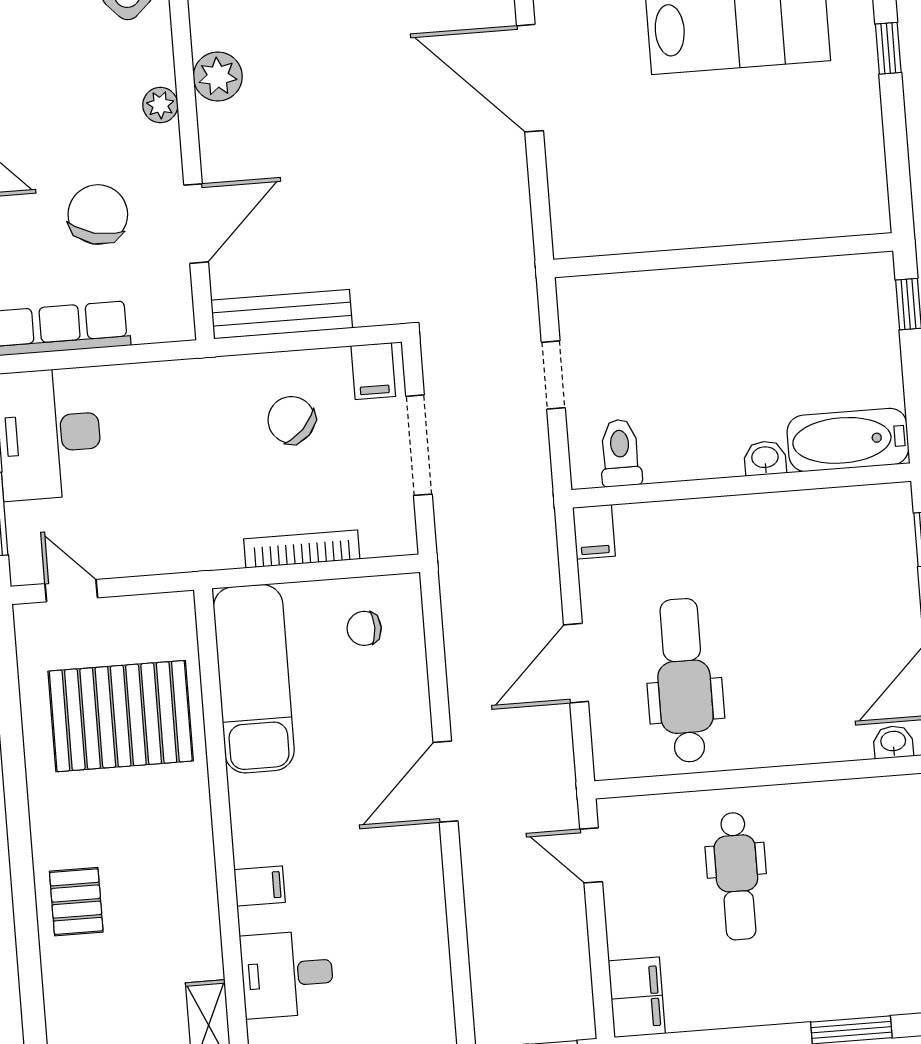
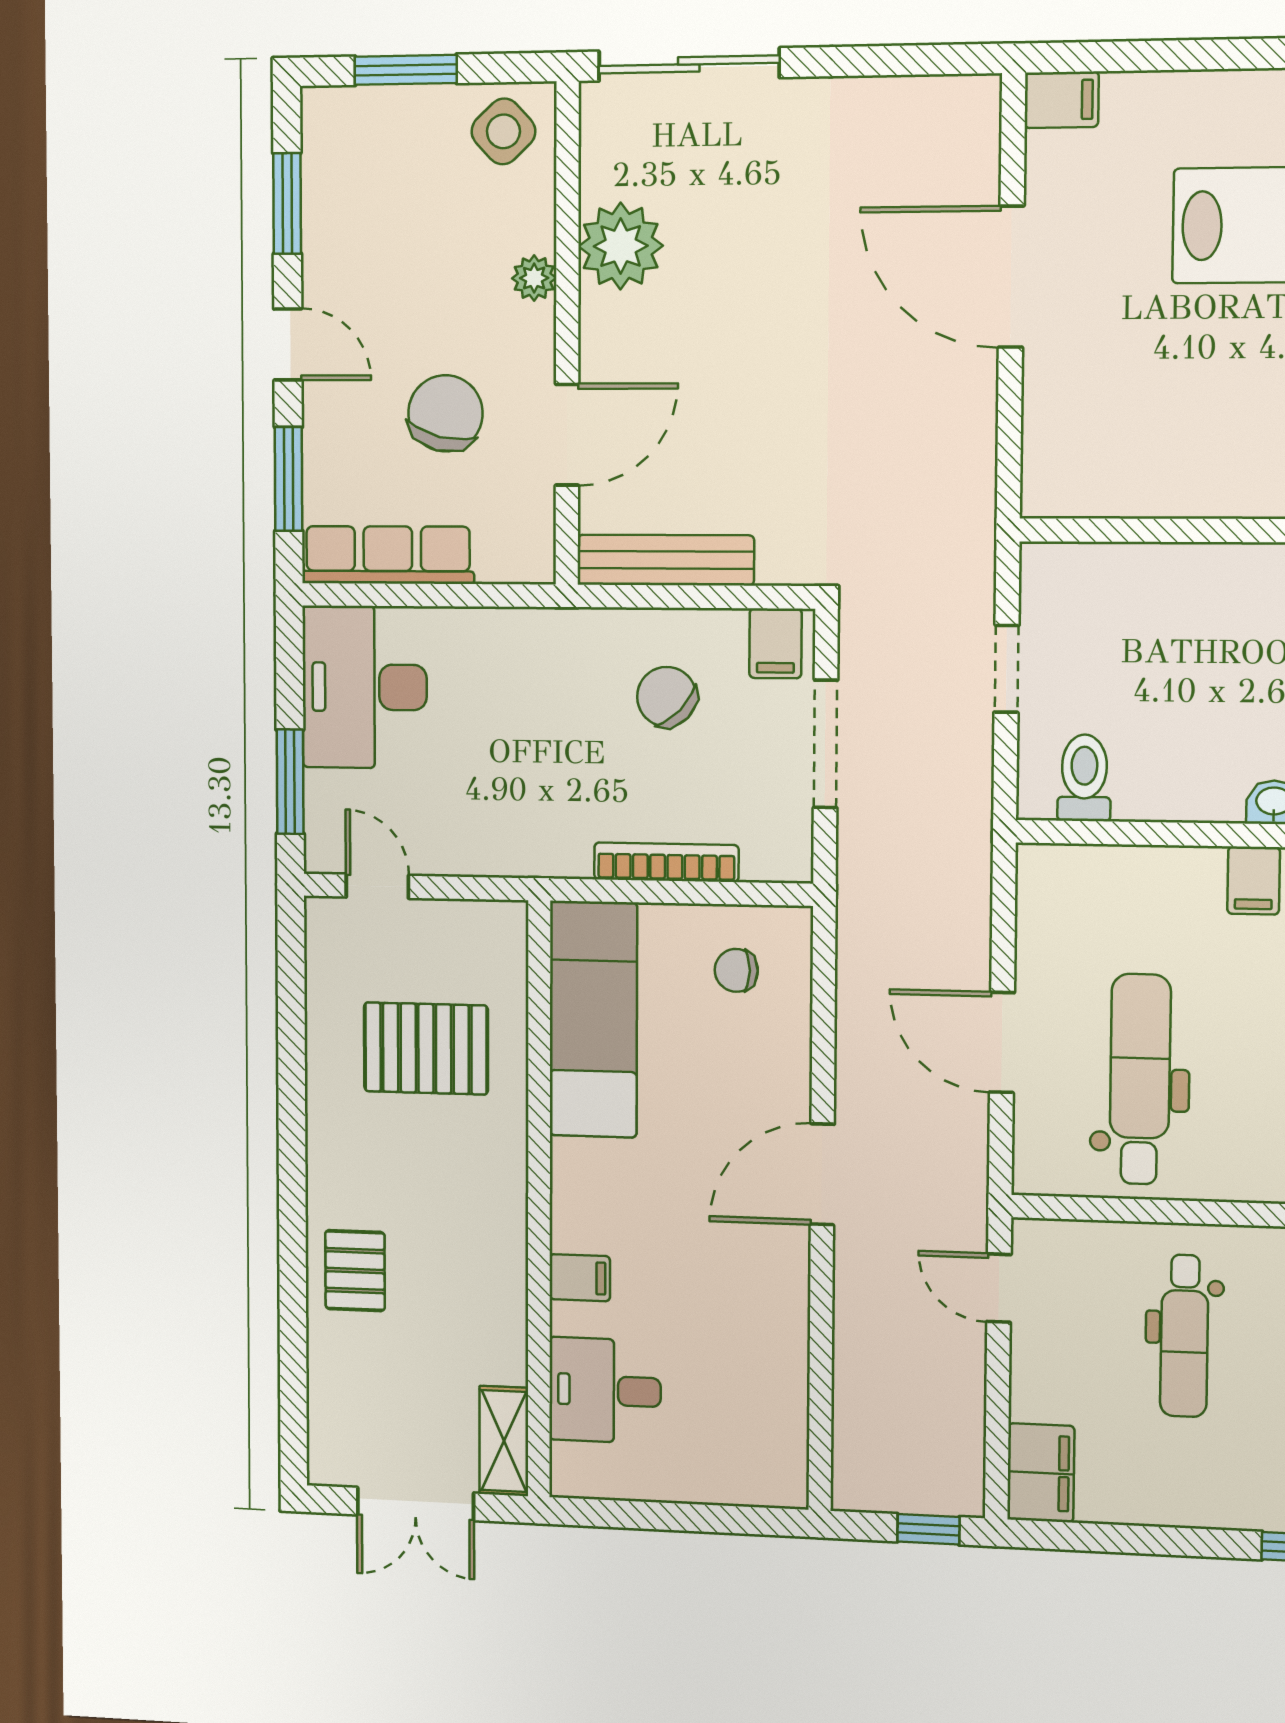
plant: (218, 76) -> (621, 246), width x1.36, depth x1.36
filing cabinet: (594, 532) -> (1254, 881), moved
door: (576, 663) -> (1002, 1042), hinge flipped
pallet: (121, 716) -> (426, 1048), width x0.73, depth x0.71

